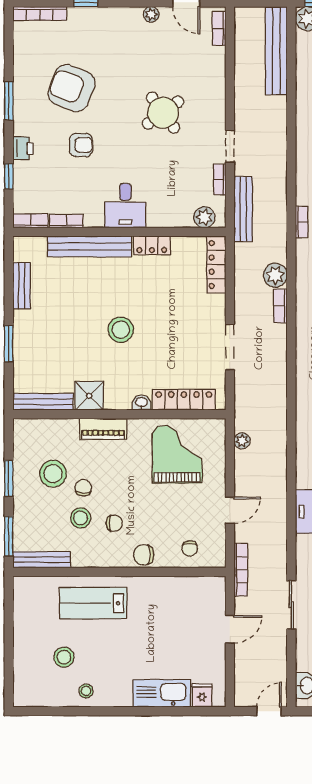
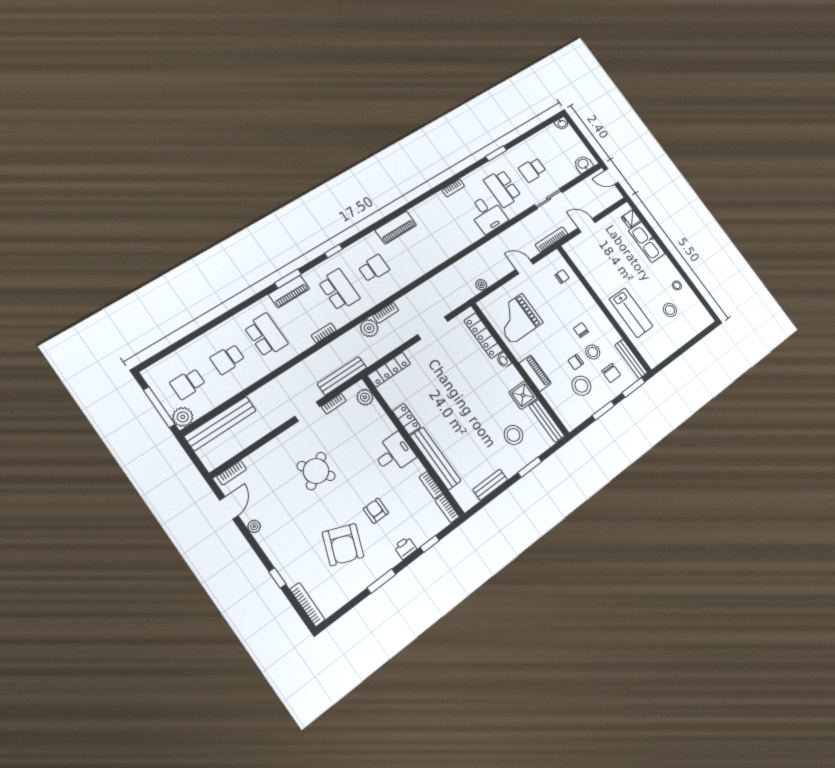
stool: (121, 330) -> (513, 435), moved
chair: (144, 555) -> (611, 373), moved

